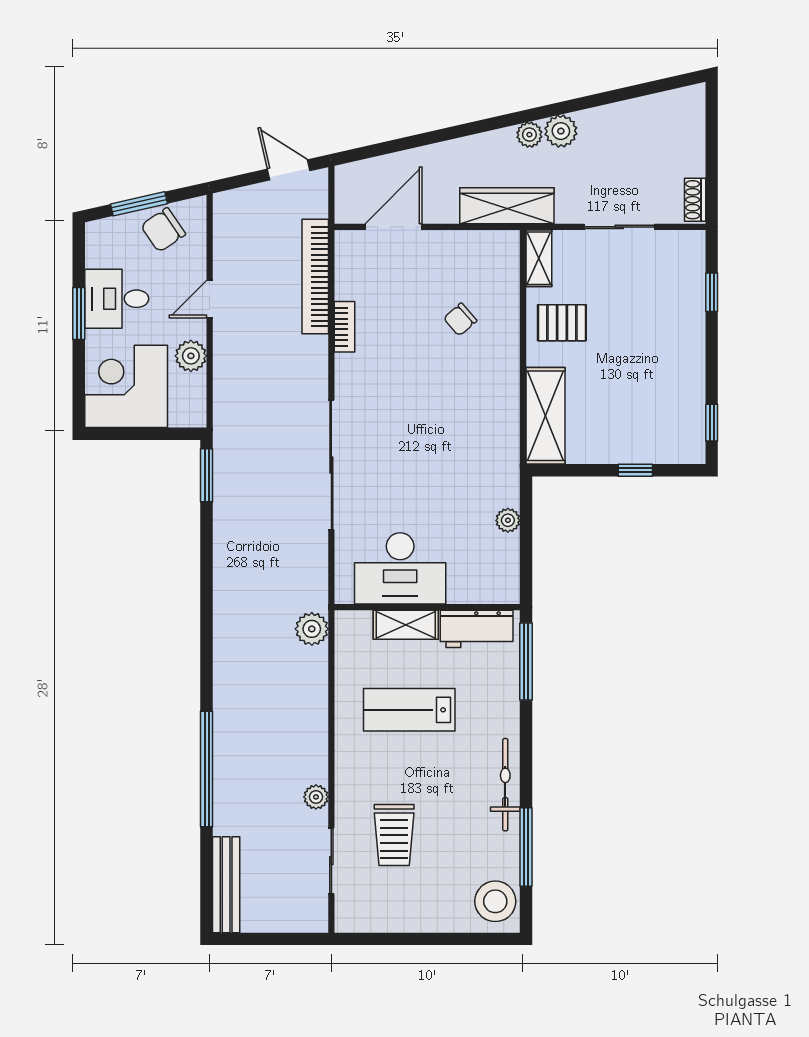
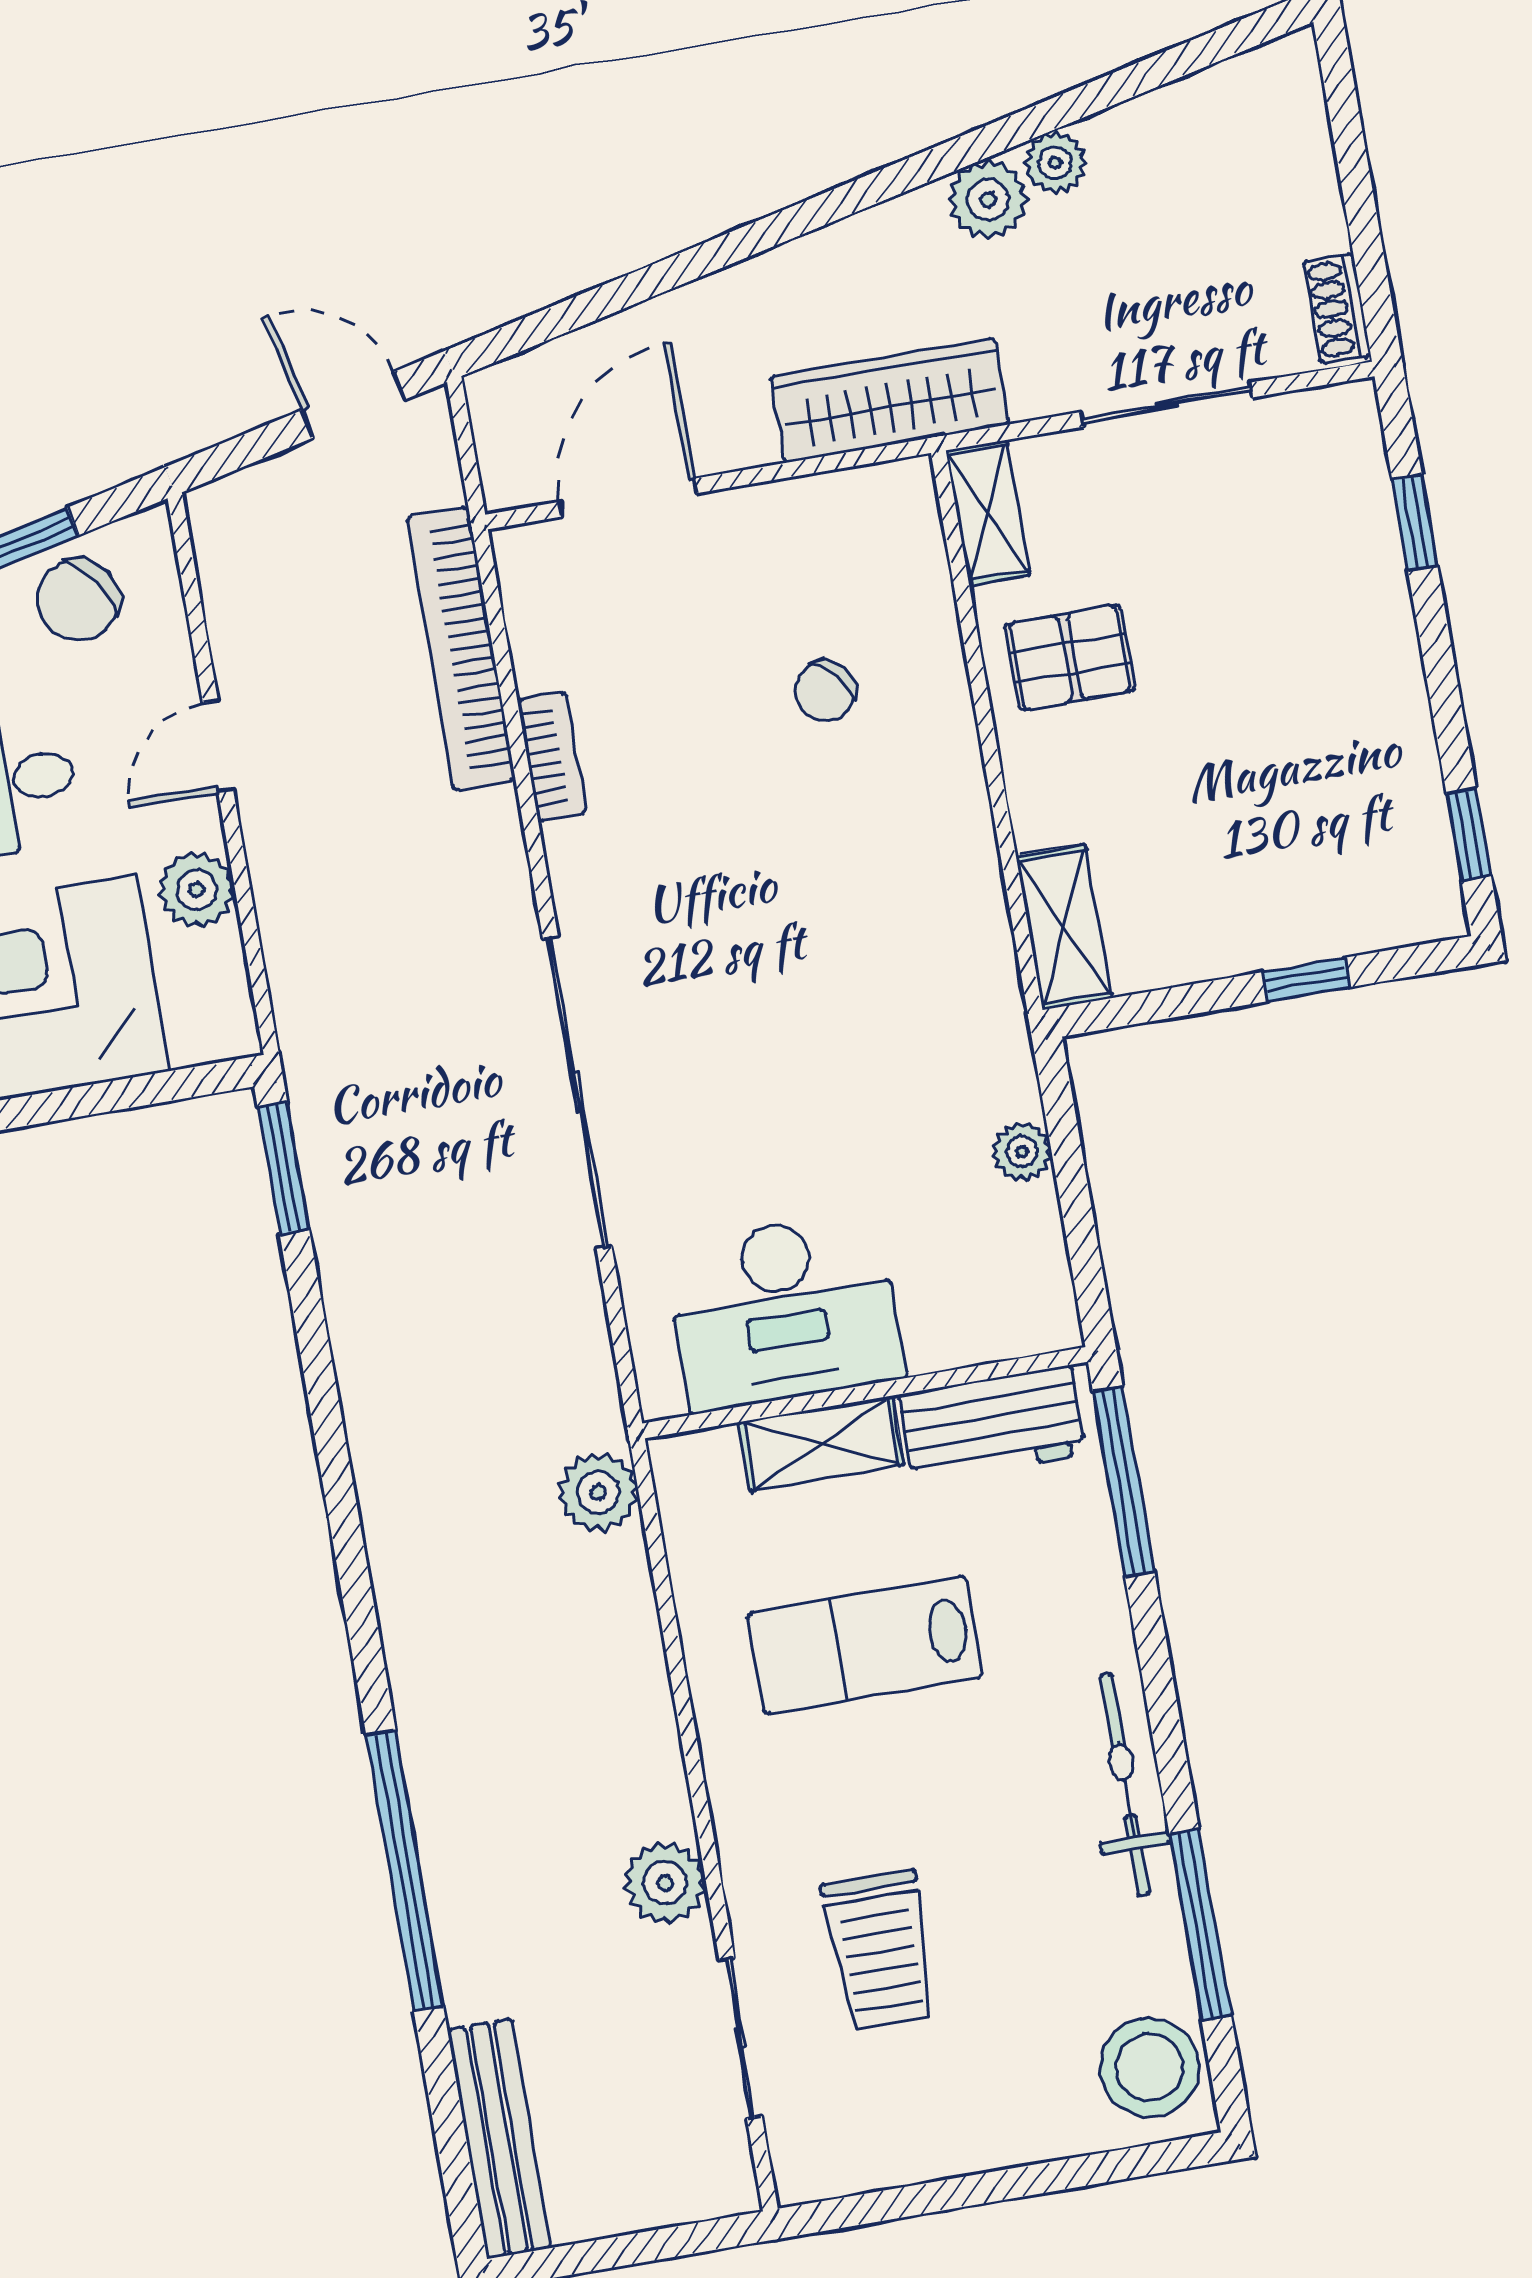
plant: (529, 135) -> (1055, 163), moved
shelving: (545, 416) -> (1064, 927), width x0.67, depth x0.75
plant: (316, 797) -> (665, 1883), width x1.38, depth x1.38

